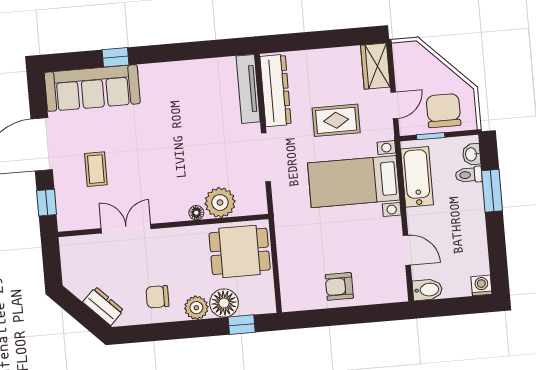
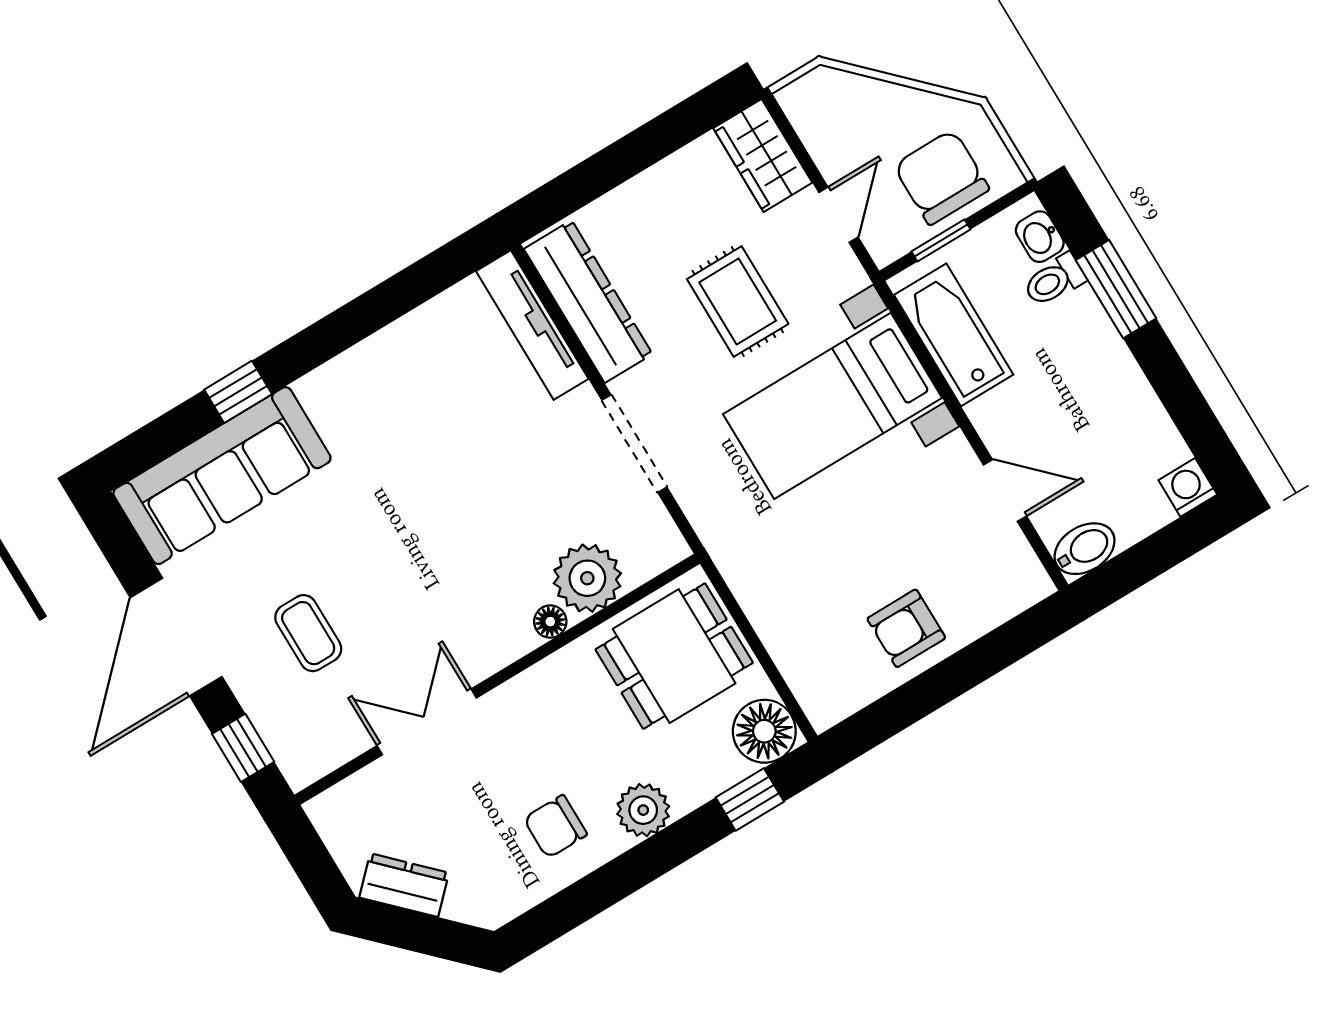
rug: (336, 120) -> (738, 302), turned 90
floor lamp: (224, 303) -> (764, 731), moved
dresser: (103, 306) -> (404, 885), moved

